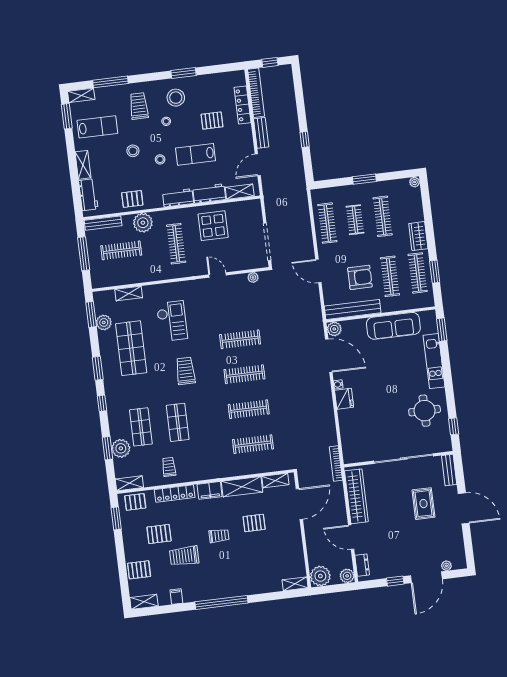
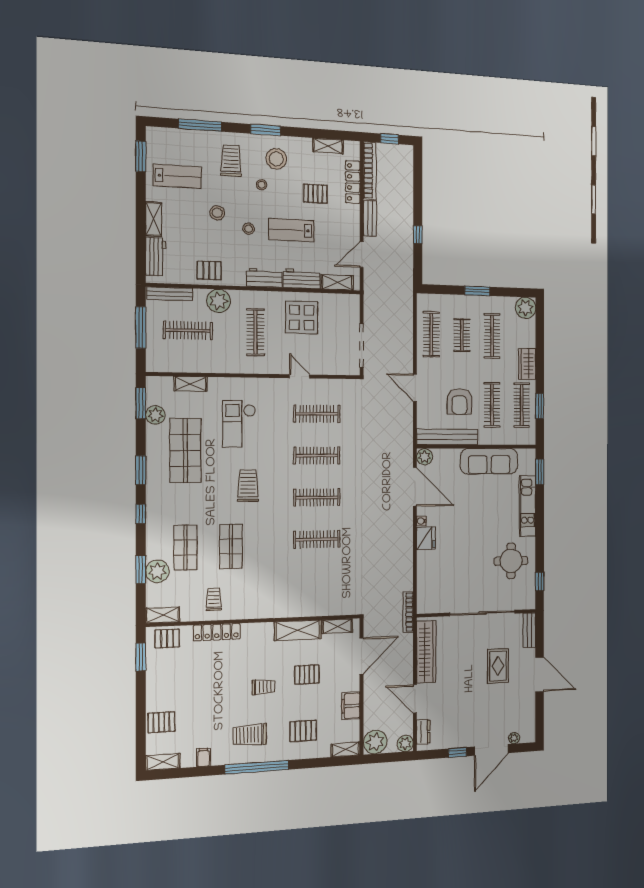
window: (183, 73) -> (265, 130), moved
shelving: (81, 95) -> (328, 146), moved
plant: (415, 182) -> (526, 308), width x1.87, depth x1.87
plant: (253, 277) -> (340, 385), removed
armchair: (360, 277) -> (460, 402), turned 90
checkout: (172, 321) -> (239, 424), turned 180
clothes rail: (253, 444) -> (317, 414), moved
filing cabinet: (210, 490) -> (351, 706), moved, turned 90
pallet: (159, 534) -> (303, 731), moved
trolley: (184, 556) -> (250, 735), moved

